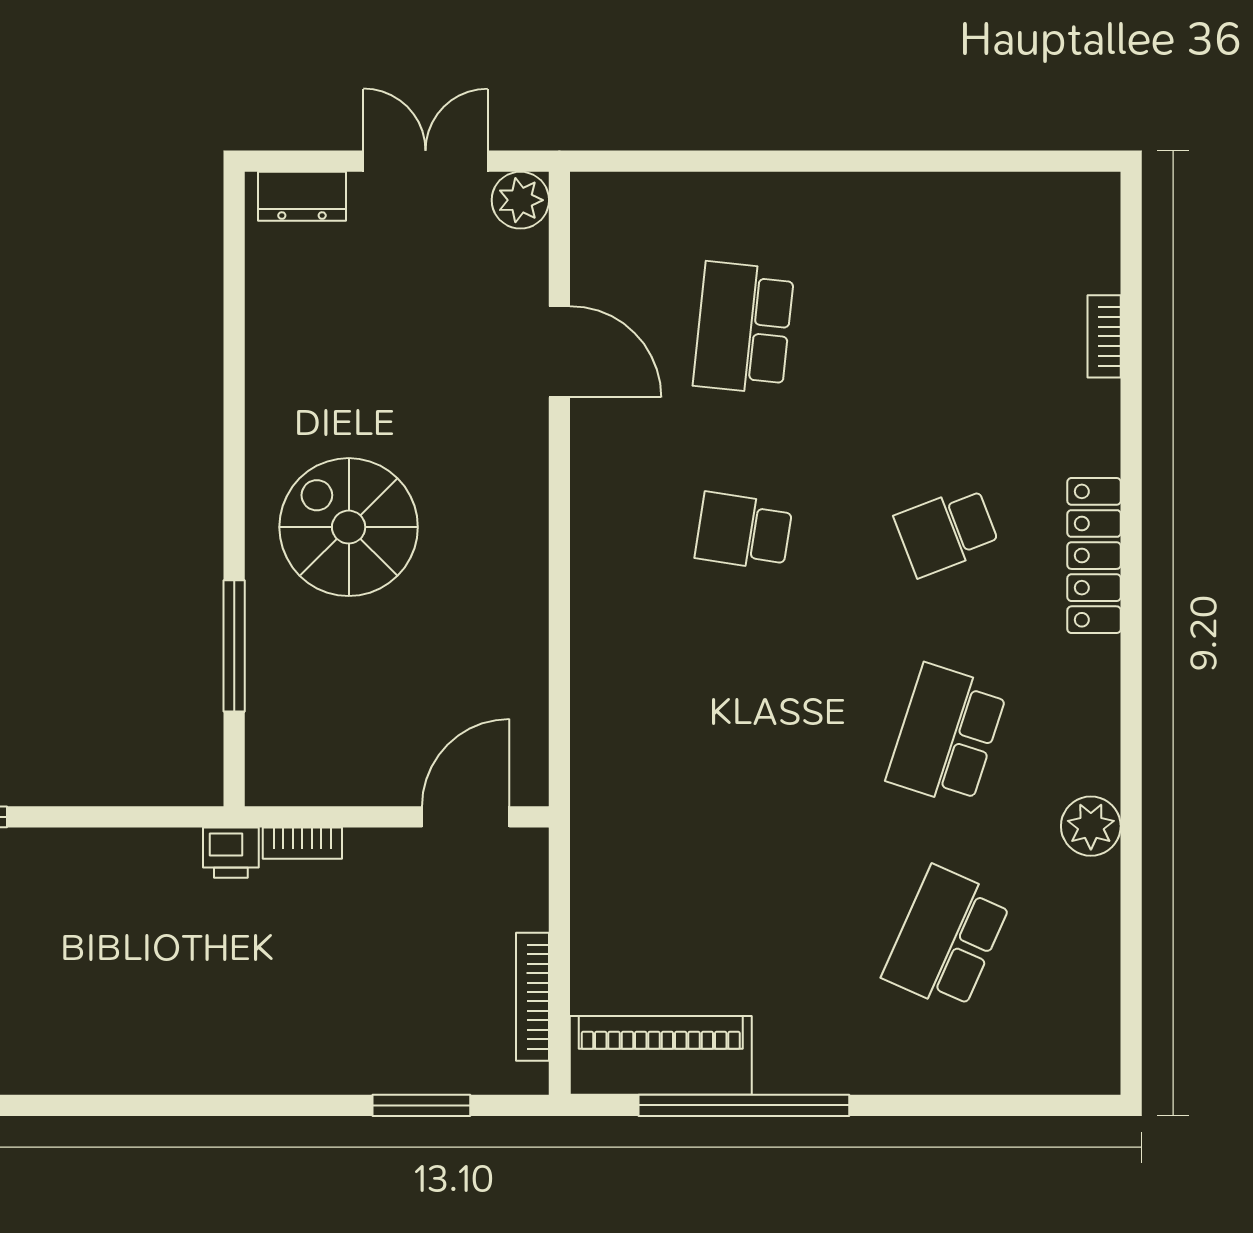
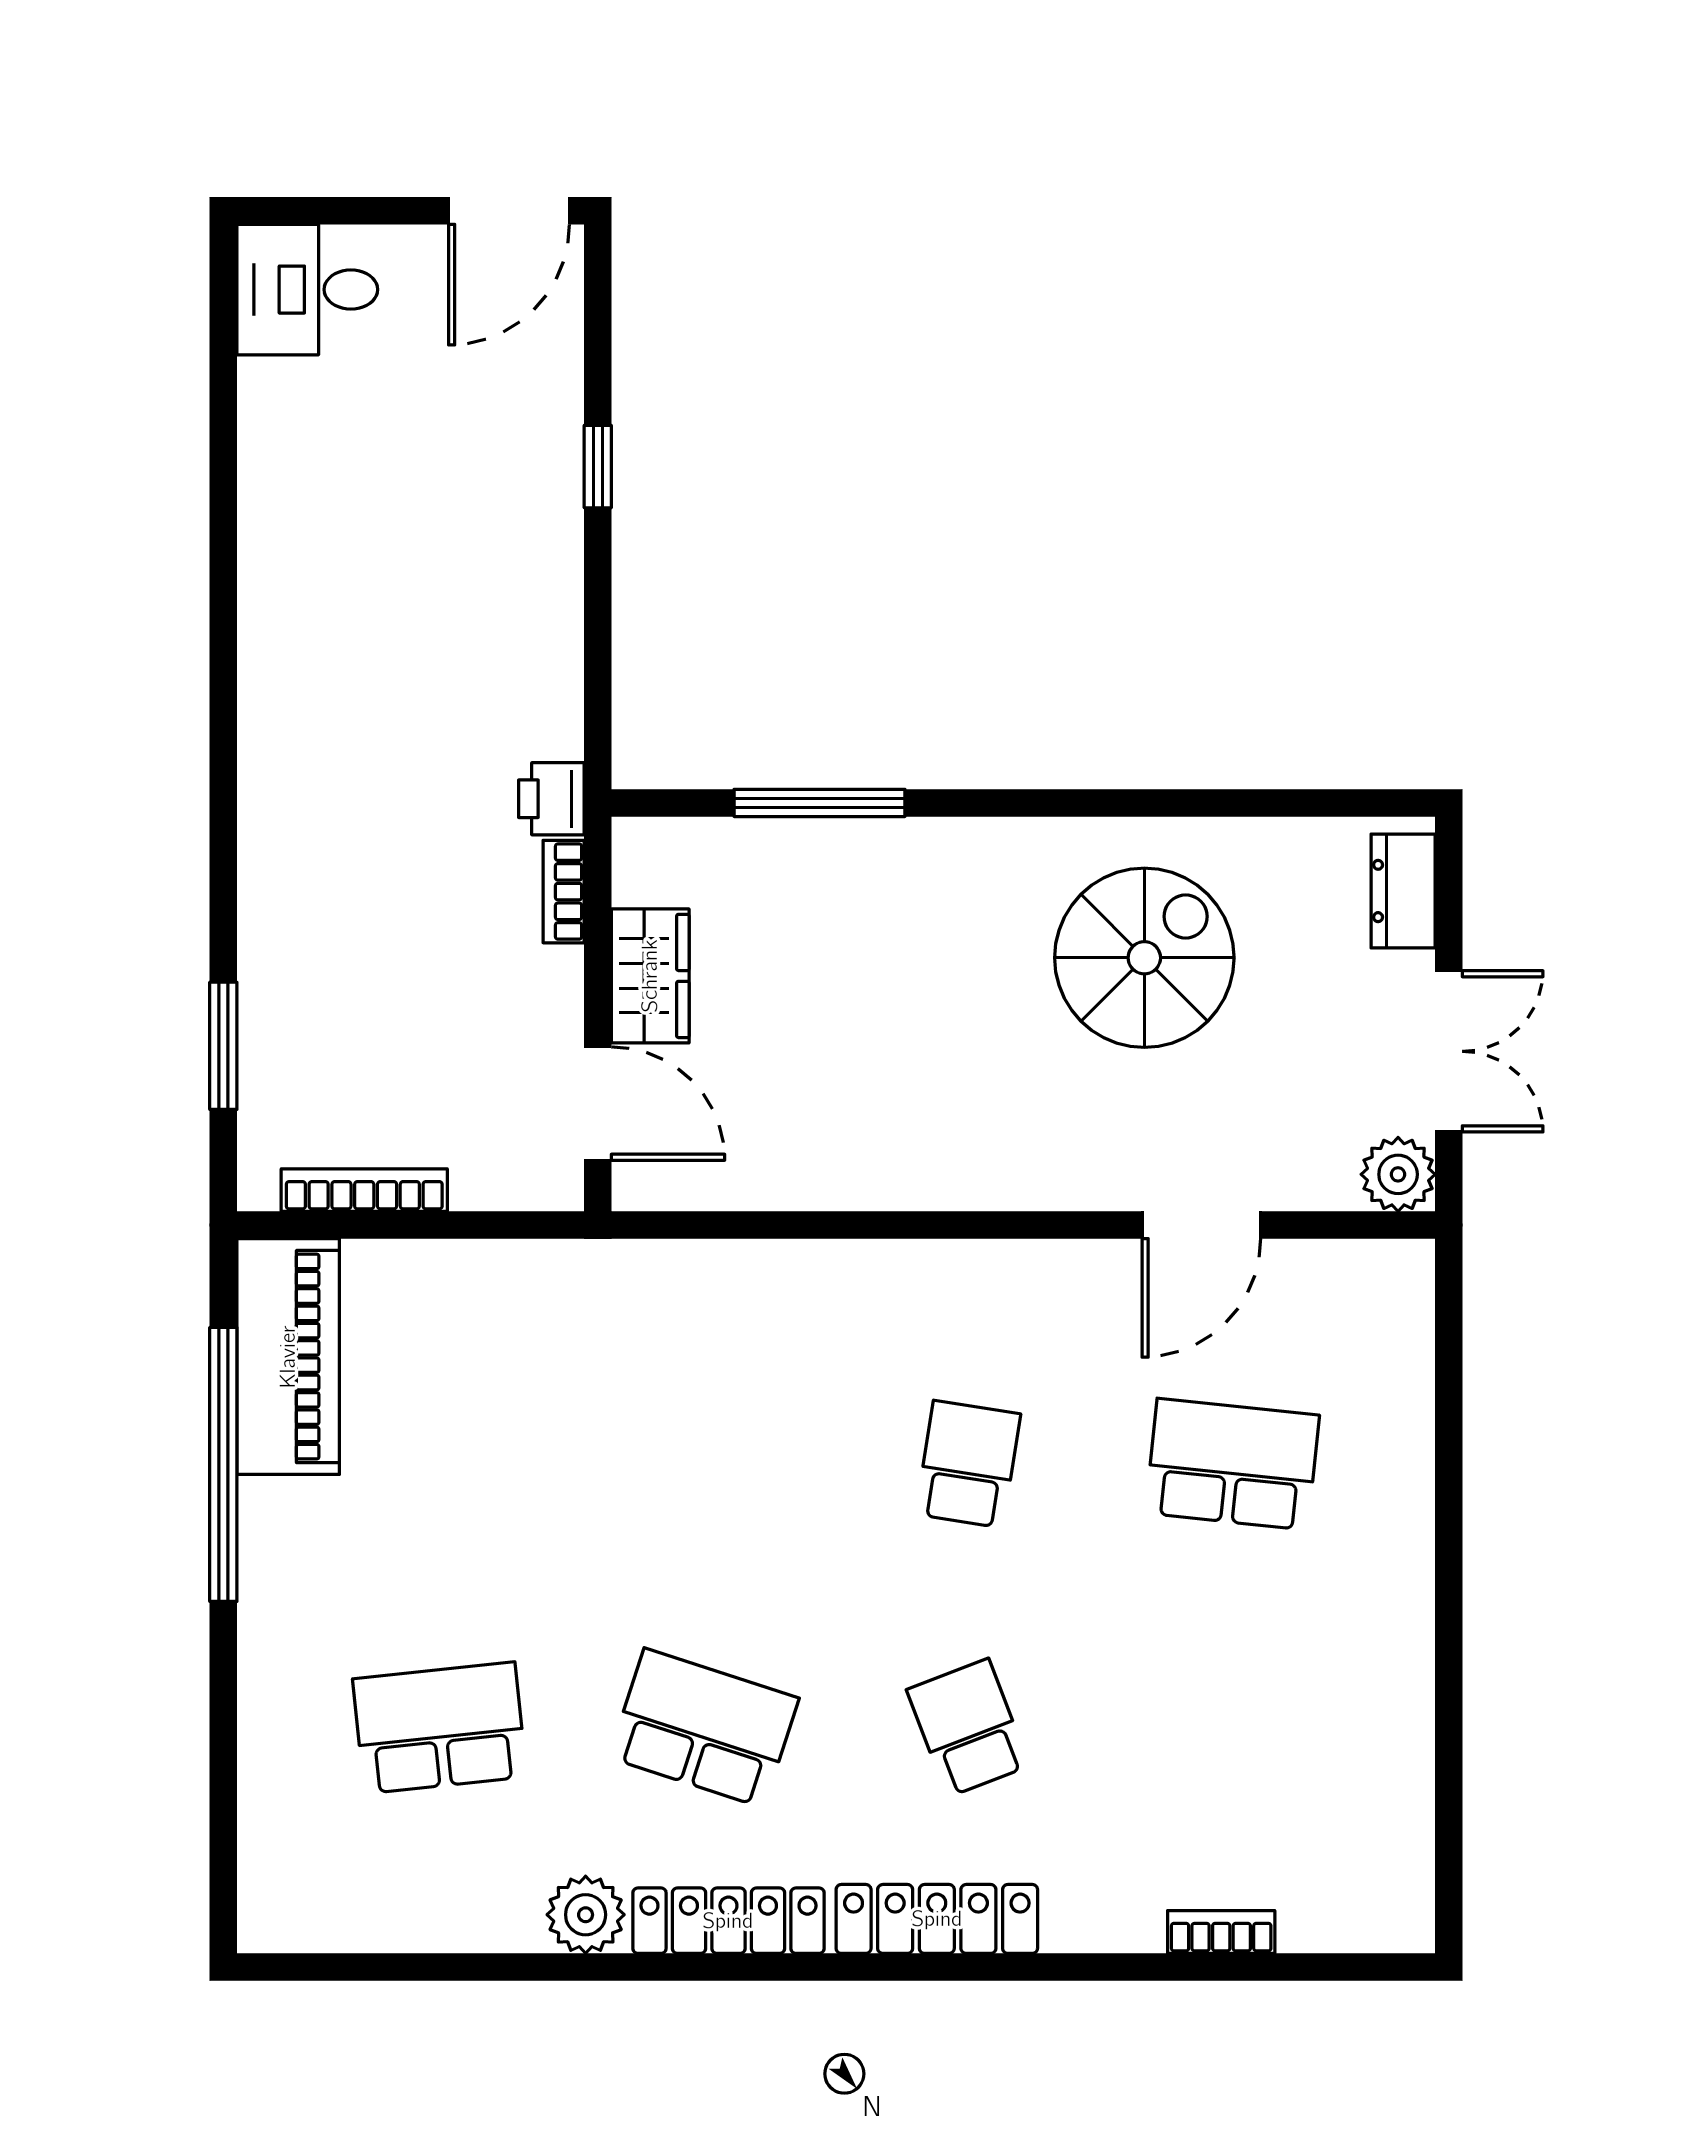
spiral stairs: (349, 527) -> (1144, 958), moved
locker: (1095, 716) -> (728, 1921), added
wardrobe: (367, 776) -> (650, 976), added
school desk: (947, 939) -> (440, 1728), turned -30

